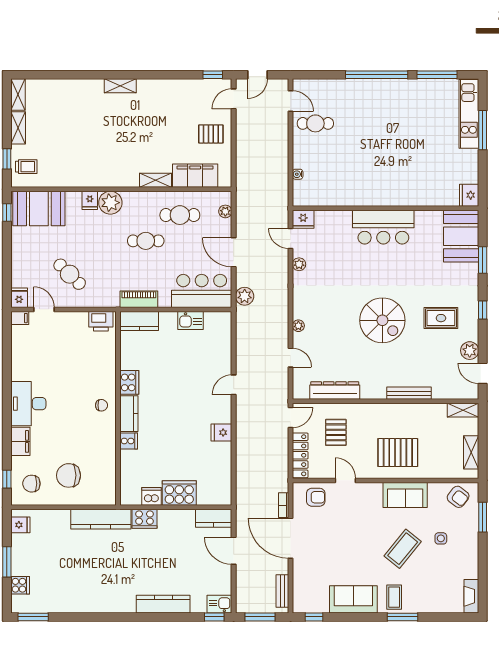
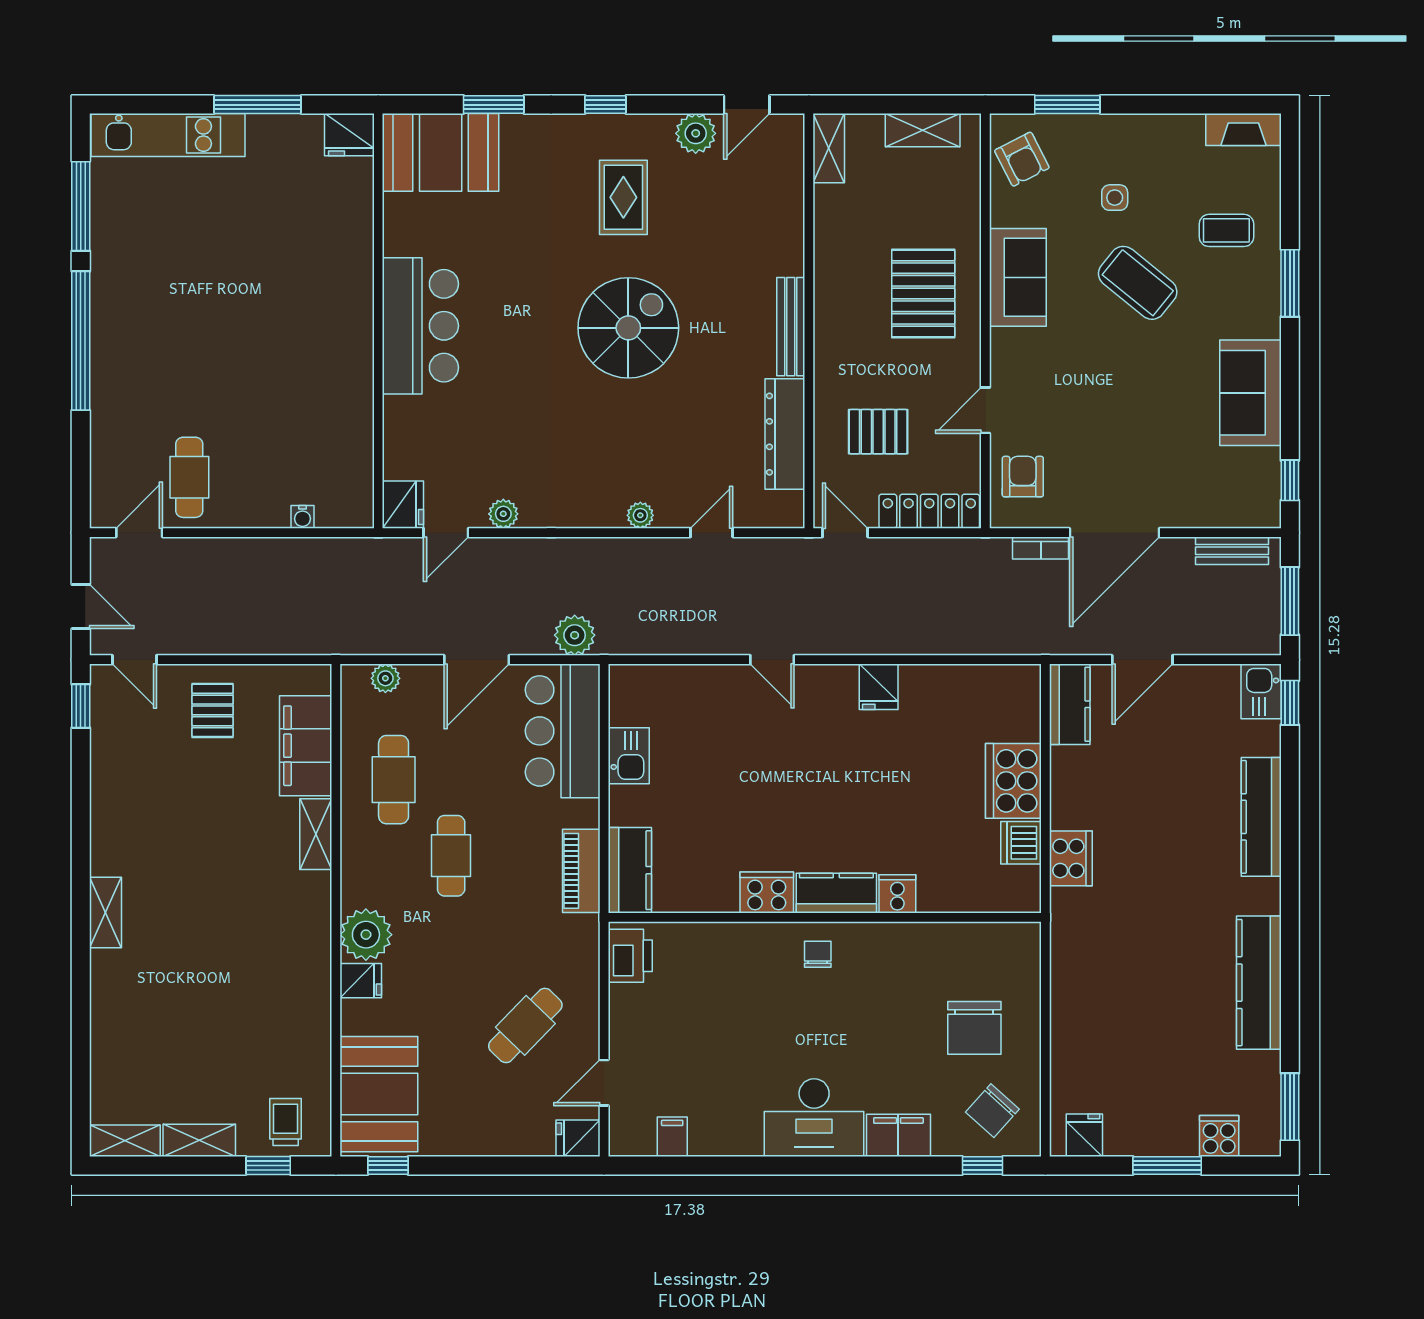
window: (483, 130) -> (257, 105), moved
filing cabinet: (20, 318) -> (672, 1137), moved
bench: (409, 393) -> (791, 327), moved
chair: (31, 484) -> (992, 1111), turned 42
armchair: (458, 497) -> (1022, 159), turned 115
kitchen counter: (101, 519) -> (1259, 983), moved, turned 180
coffee table: (394, 597) -> (1226, 230), moved

